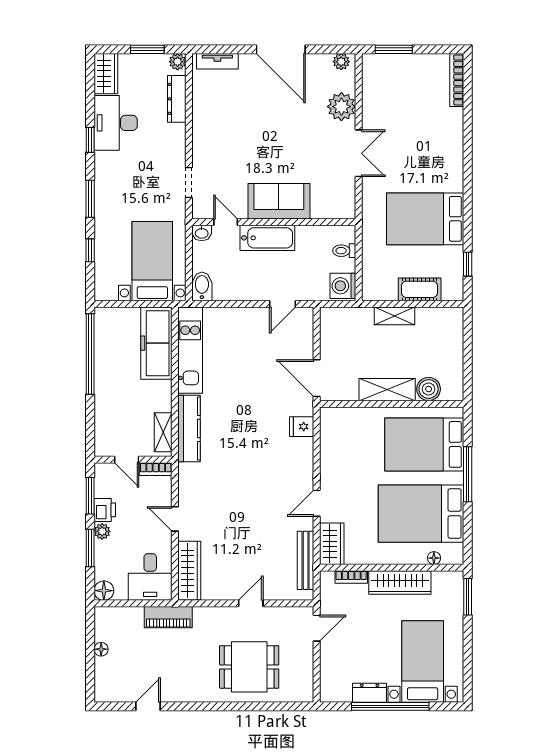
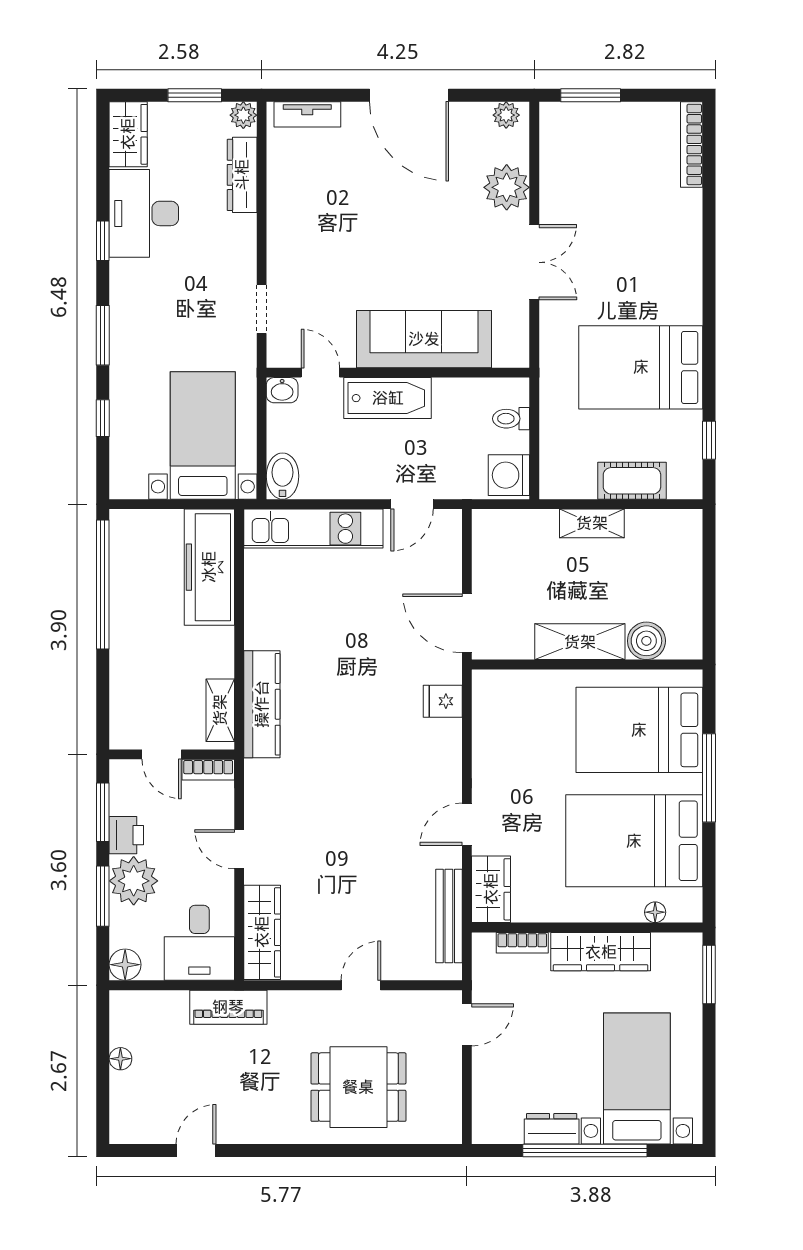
sofa: (279, 201) -> (424, 339), width x1.36
kitchen unit: (190, 350) -> (313, 529), moved, turned 90
plant: (102, 531) -> (134, 881), width x1.88, depth x1.88

